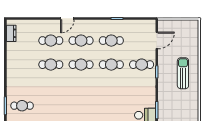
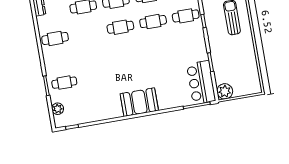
cafe table: (51, 65) -> (55, 38), moved

